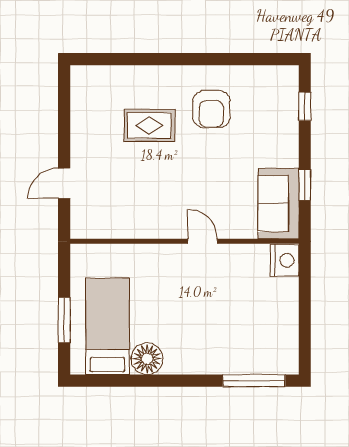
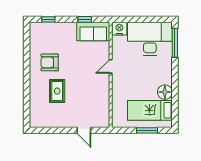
armchair: (211, 109) -> (50, 62), turned 180
desk: (263, 326) -> (150, 39), added

